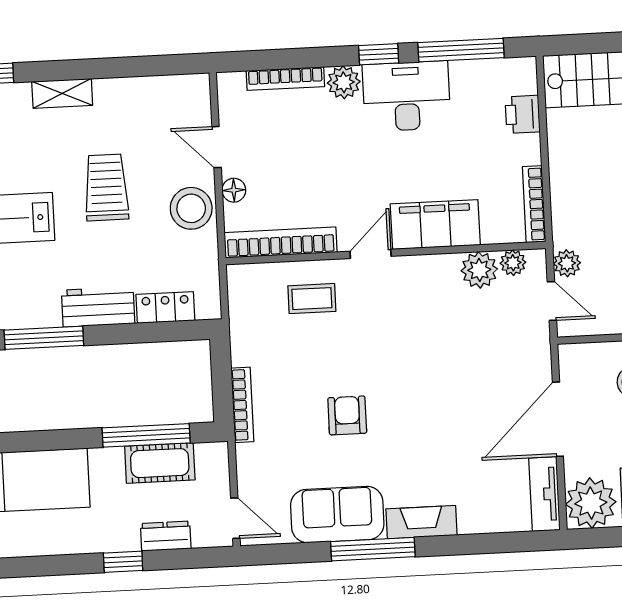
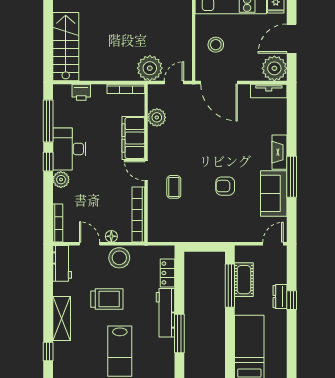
bookcase: (285, 79) -> (58, 223), moved
shelving: (62, 93) -> (62, 318), width x1.50, depth x1.33
workbench: (174, 93) -> (62, 263), added
door: (217, 147) -> (90, 244), swing flipped
trolley: (106, 187) -> (107, 299), turned 180
plant: (513, 263) -> (154, 101), removed
plant: (567, 263) -> (150, 68), width x1.87, depth x1.87
coffee table: (312, 299) -> (174, 187), moved
workbench: (98, 307) -> (165, 313), width x1.38
bookcase: (242, 405) -> (217, 237), removed
door: (558, 419) -> (219, 82), moved
dresser: (166, 536) -> (280, 297), moved

